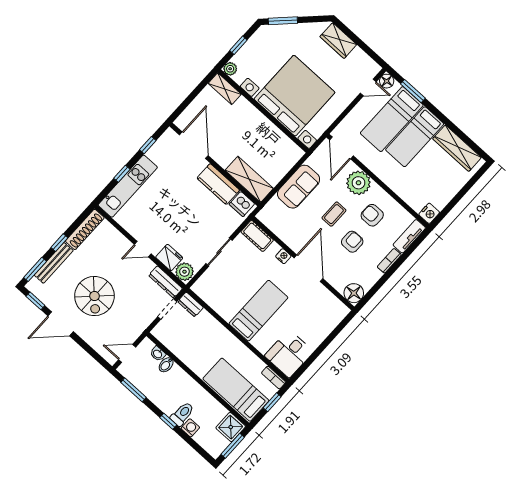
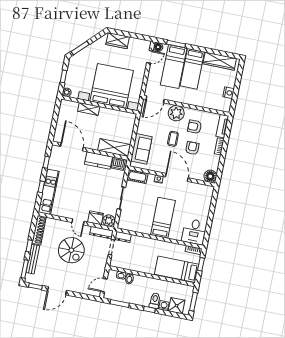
shelving: (225, 89) -> (89, 109), moved
door: (341, 148) -> (155, 99), hinge flipped
sofa: (299, 187) -> (141, 149), moved
nightstand: (429, 213) -> (229, 93), moved
door: (143, 249) -> (78, 222), hinge flipped
spiral stairs: (94, 296) -> (71, 250), moved
shower: (231, 427) -> (177, 306), moved

